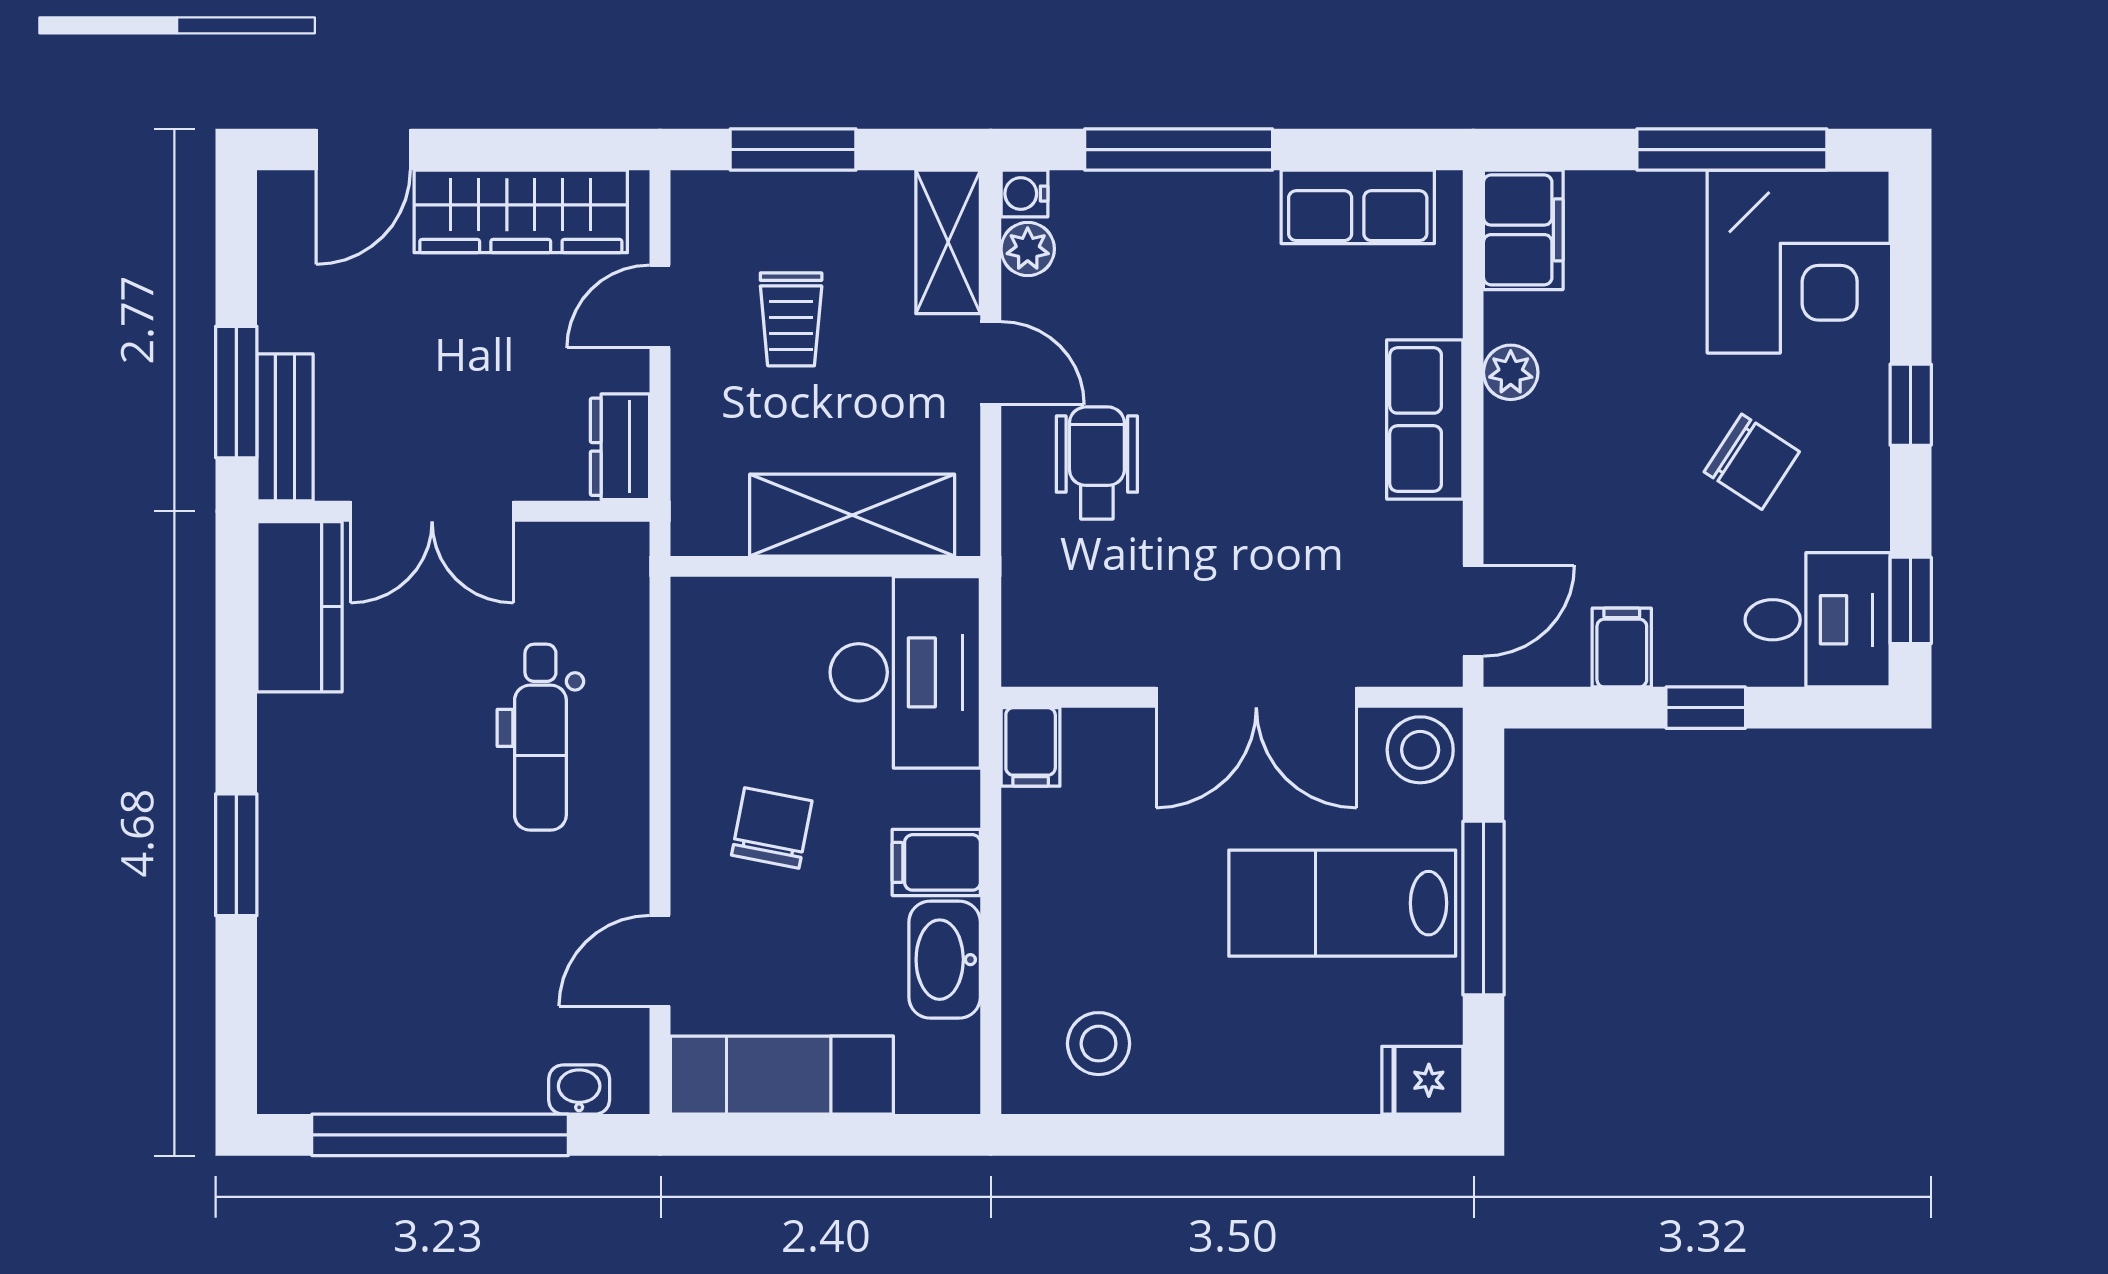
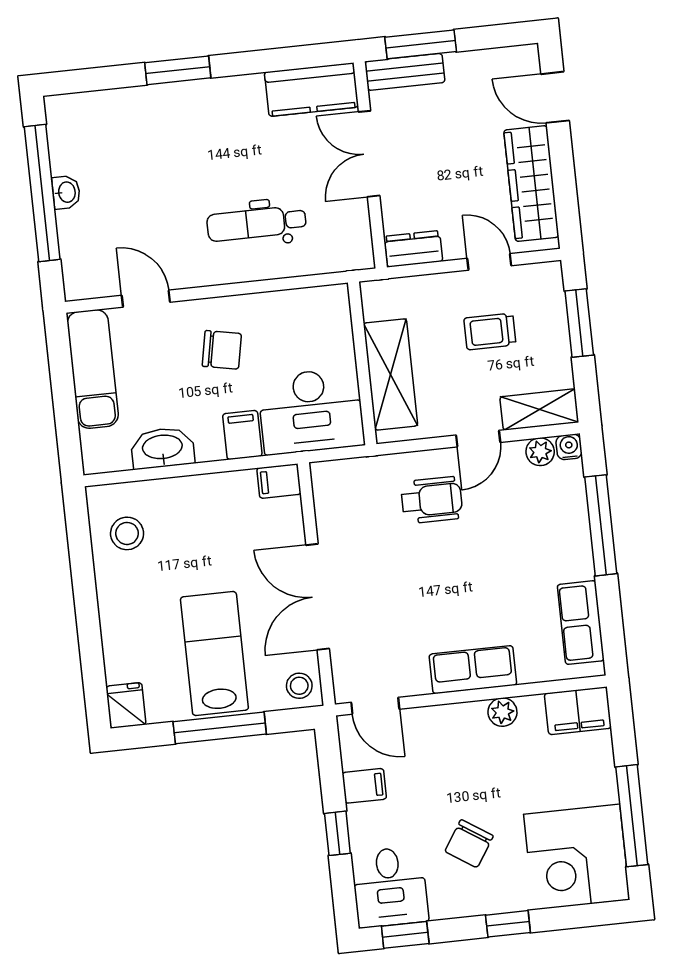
stool: (1420, 750) -> (299, 686), width x0.73, depth x0.73
filing cabinet: (936, 862) -> (242, 435), moved
washbasin: (579, 1090) -> (66, 192), moved

